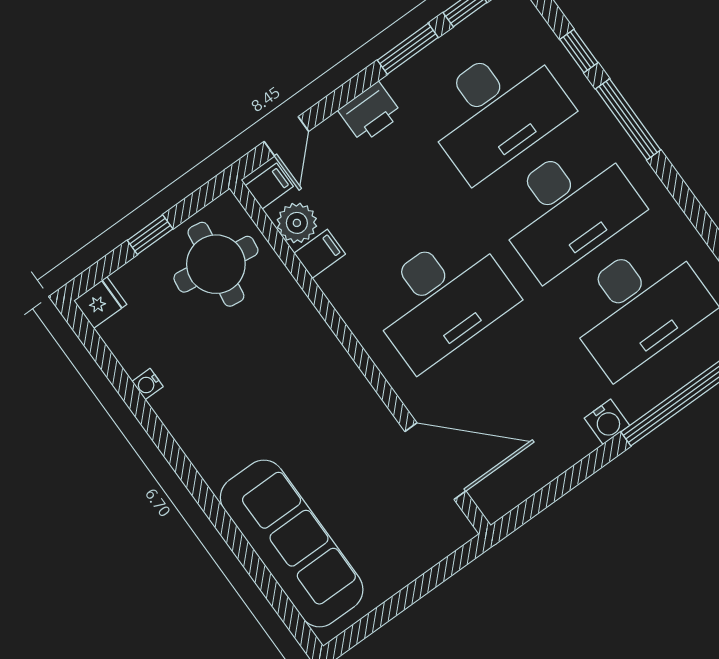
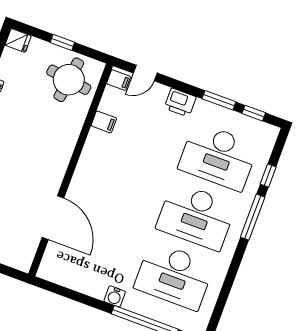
plant: (297, 223) -> (111, 103), removed
desk: (441, 298) -> (120, 188), removed
door: (435, 461) -> (53, 218), moved

